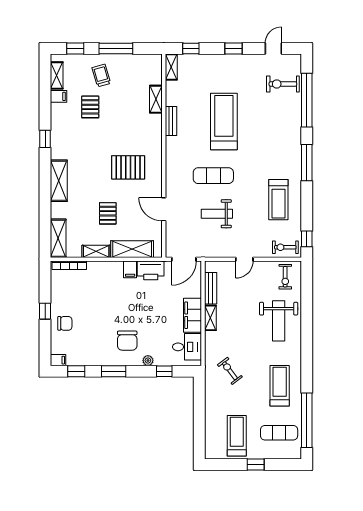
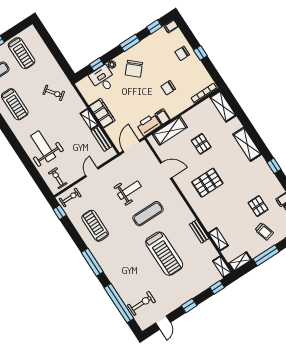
shelving: (96, 251) -> (240, 262), moved
chair: (104, 296) -> (168, 88), added
chair: (127, 341) -> (134, 69), turned -138
desk: (187, 347) -> (103, 79), moved, turned 90

